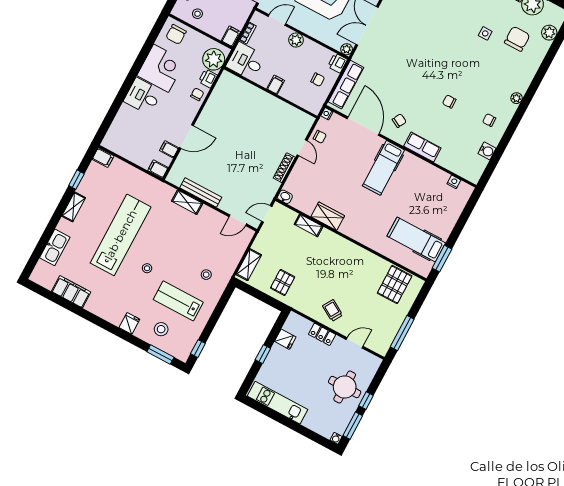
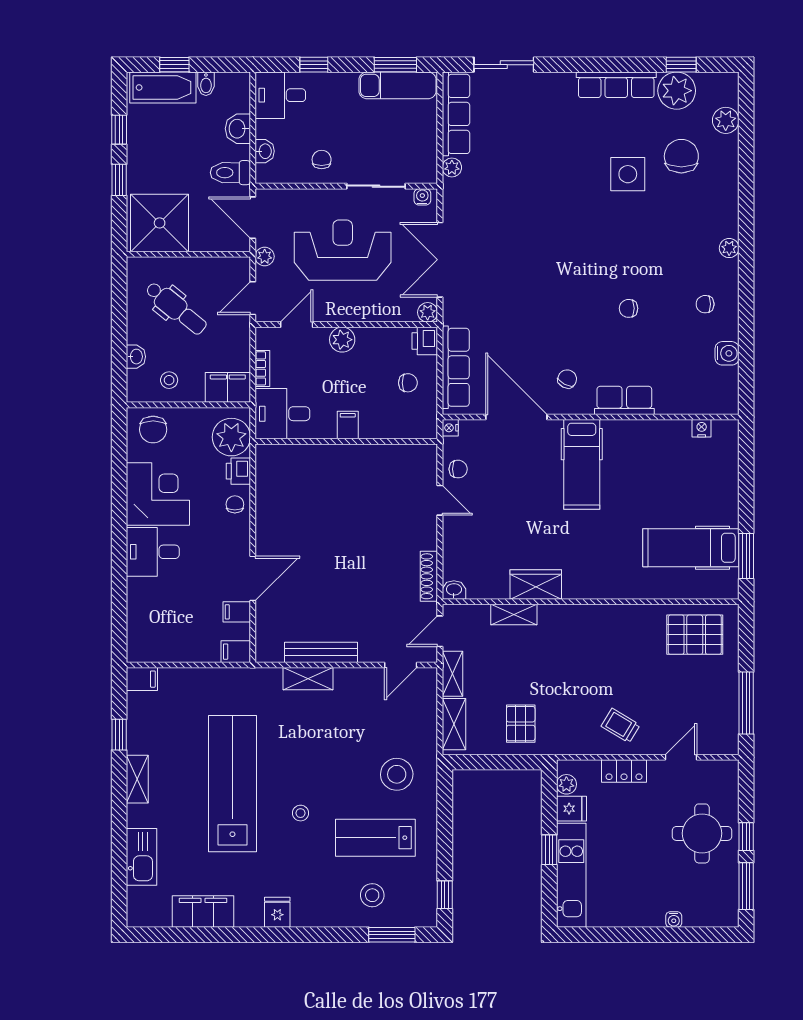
side table: (485, 33) -> (628, 174), width x1.87, depth x1.87
filing cabinet: (231, 36) -> (228, 387), width x2.00
shoe rack: (284, 168) -> (429, 576), moved
shelving: (262, 239) -> (453, 674), added
stool: (206, 275) -> (397, 774), width x1.89, depth x1.89
pallet: (395, 284) -> (695, 635), turned 90
fridge: (129, 323) -> (277, 912), moved
plant: (289, 326) -> (566, 784), added
kitchen unit: (278, 403) -> (571, 875), moved, turned 90
water cooler: (336, 438) -> (674, 920), moved

